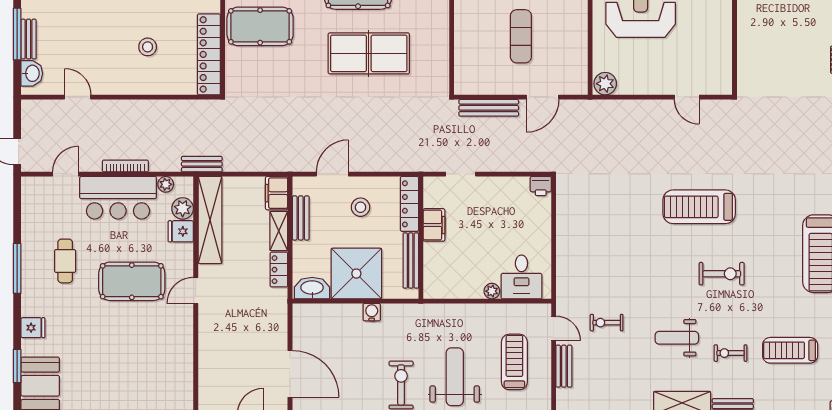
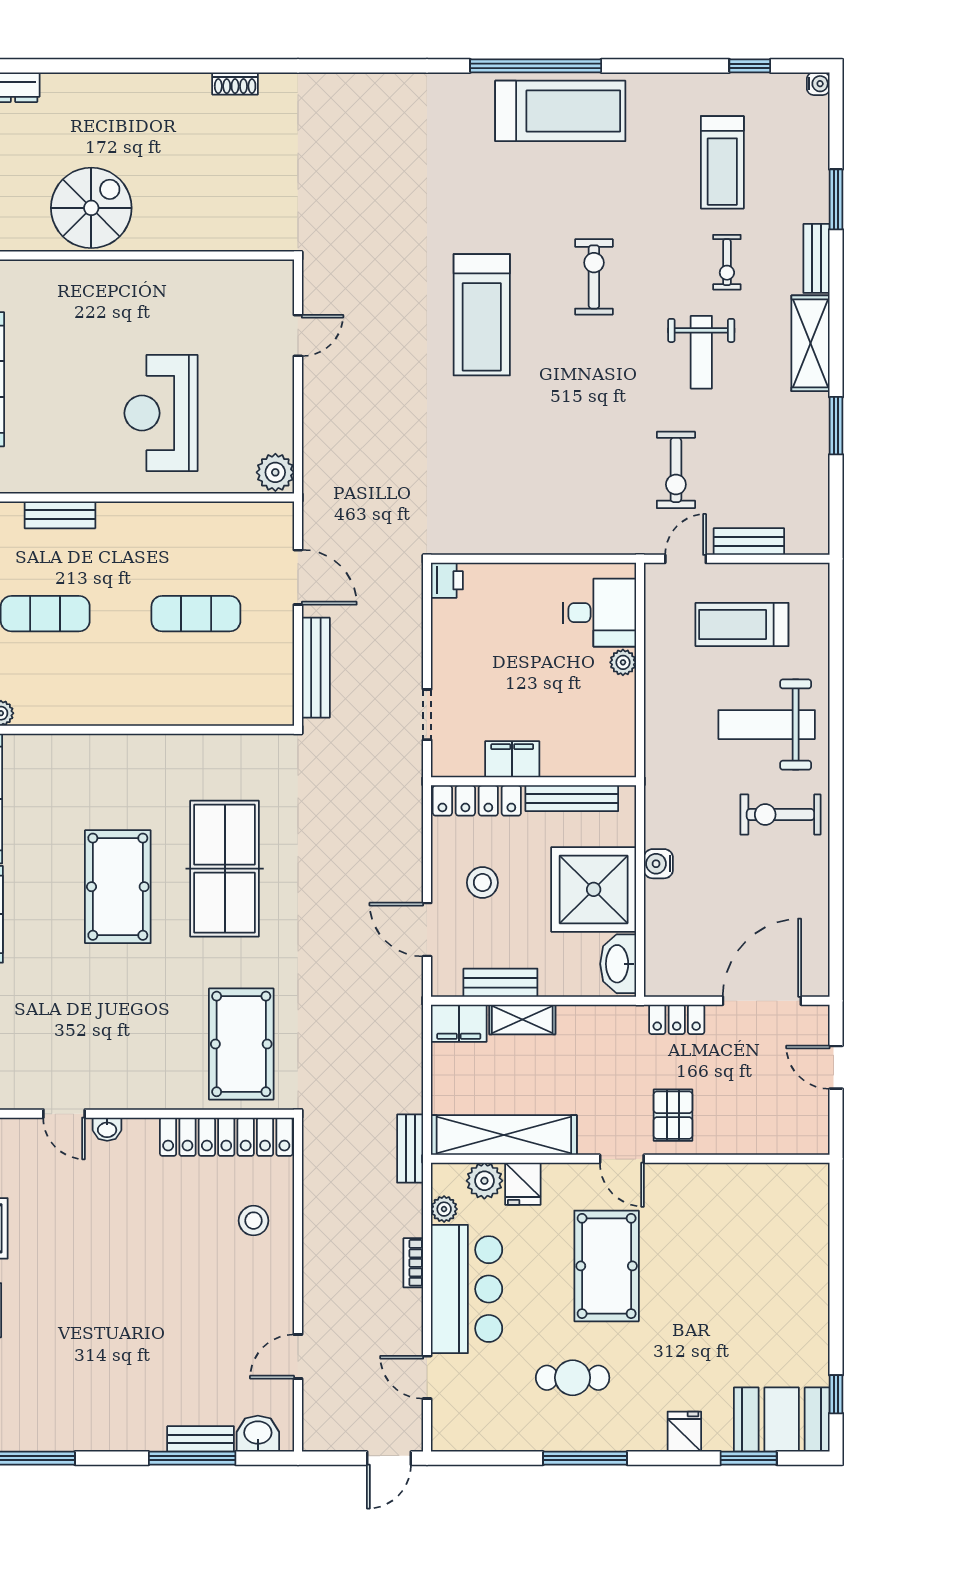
pool table: (260, 26) -> (241, 1044), moved
stool: (148, 47) -> (254, 1221), moved
bookcase: (125, 166) -> (413, 1263), width x0.64
locker: (279, 270) -> (677, 1019), moved
pallet: (222, 321) -> (673, 1115), added
exercise bike: (607, 323) -> (676, 470), width x1.38, depth x1.39

